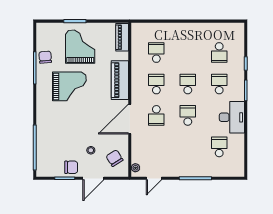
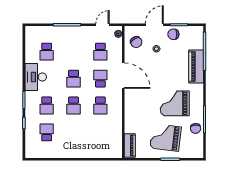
grand piano: (80, 47) -> (166, 138), turned 97
school desk: (156, 53) -> (100, 52), moved
piano: (120, 80) -> (196, 67), moved, turned 180
door: (130, 119) -> (123, 76), hinge flipped

